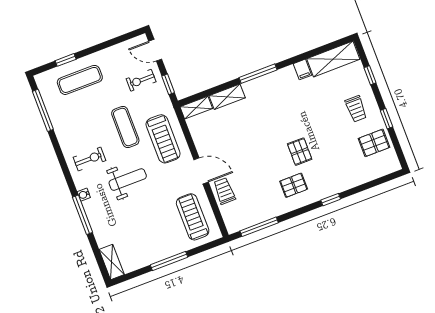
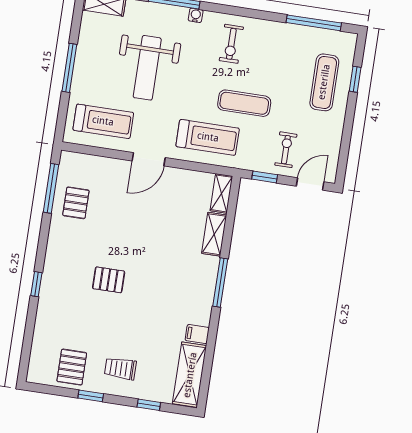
treadmill: (163, 139) -> (208, 137), turned 180
weight bench: (128, 180) -> (147, 68), moved, width x1.36, depth x1.33
pallet: (294, 185) -> (76, 203), moved
trolley: (224, 191) -> (112, 172), removed

